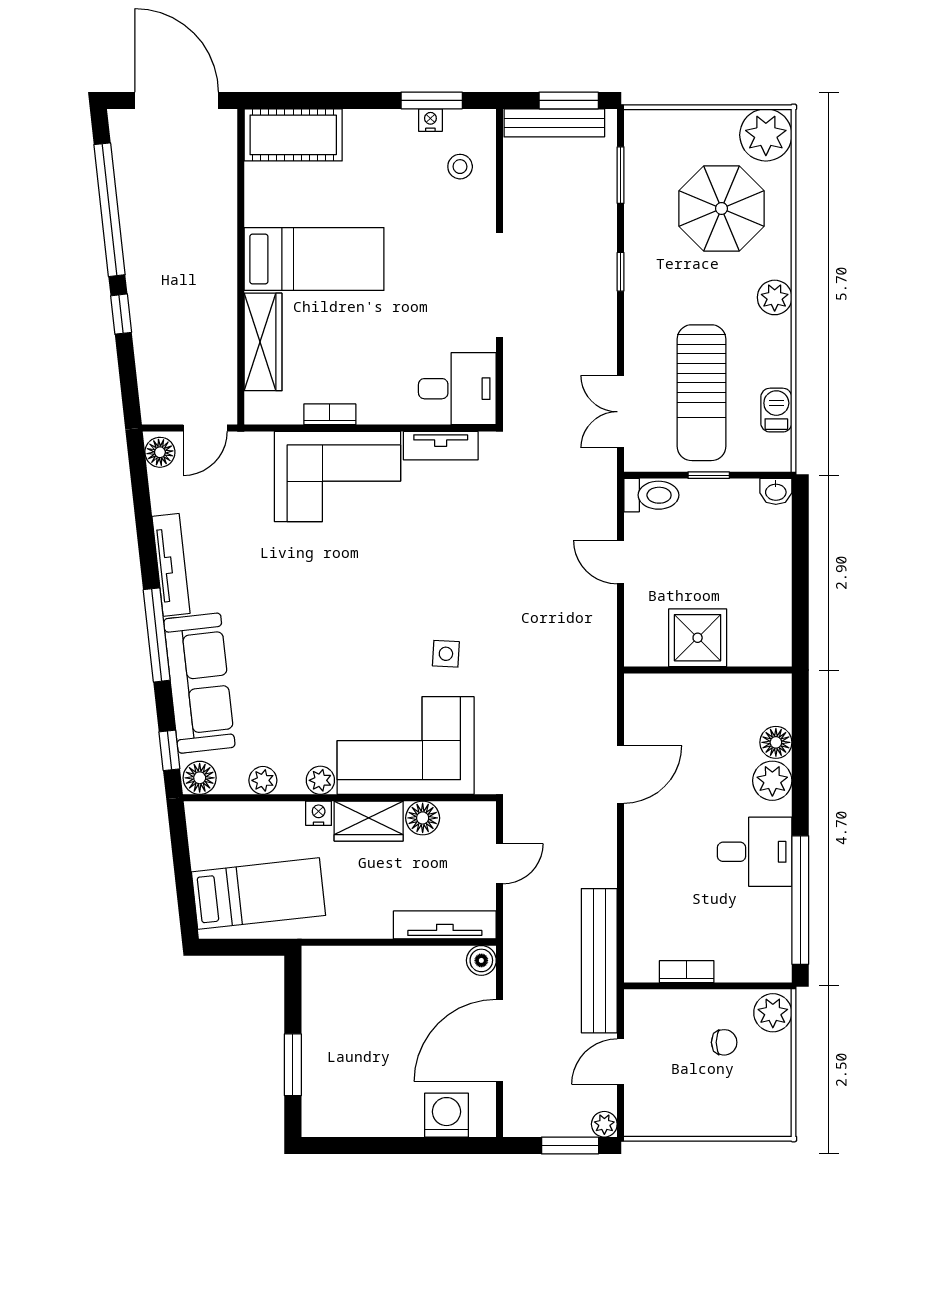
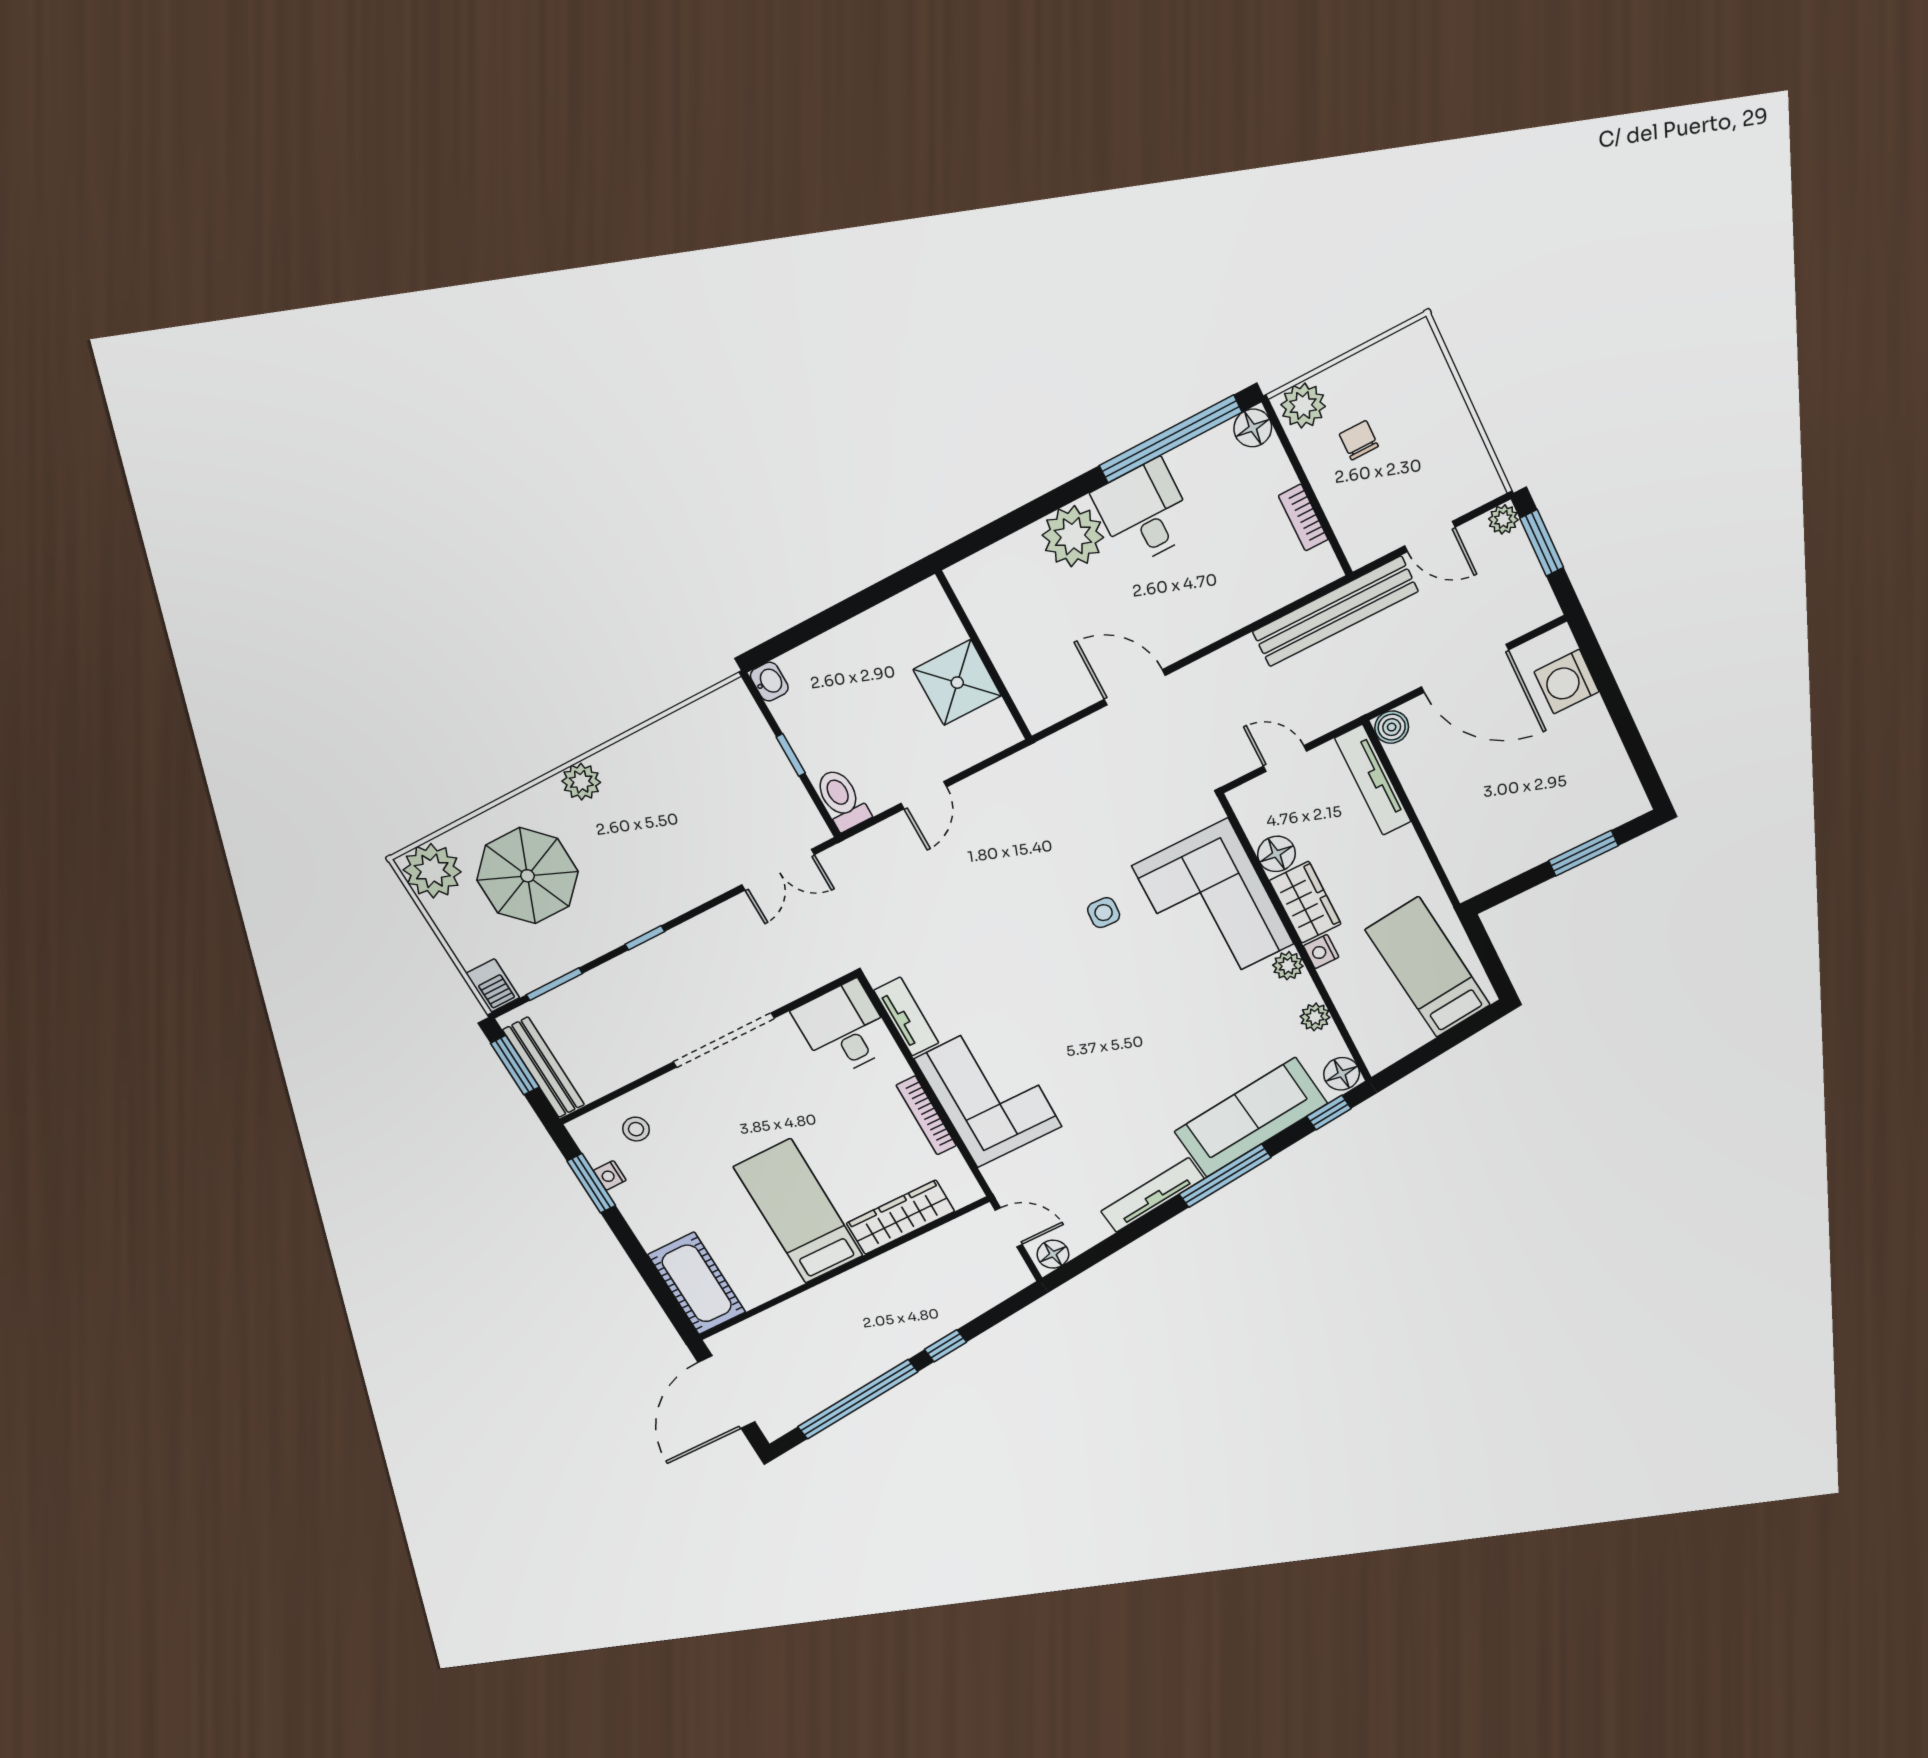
sun lounger: (702, 393) -> (715, 803), removed
barbecue: (776, 410) -> (493, 985), moved, turned -90
bookcase: (330, 414) -> (926, 1115), width x1.56
floor lamp: (776, 742) -> (1253, 428), moved
plant: (772, 781) -> (1073, 536), width x1.36, depth x1.36

